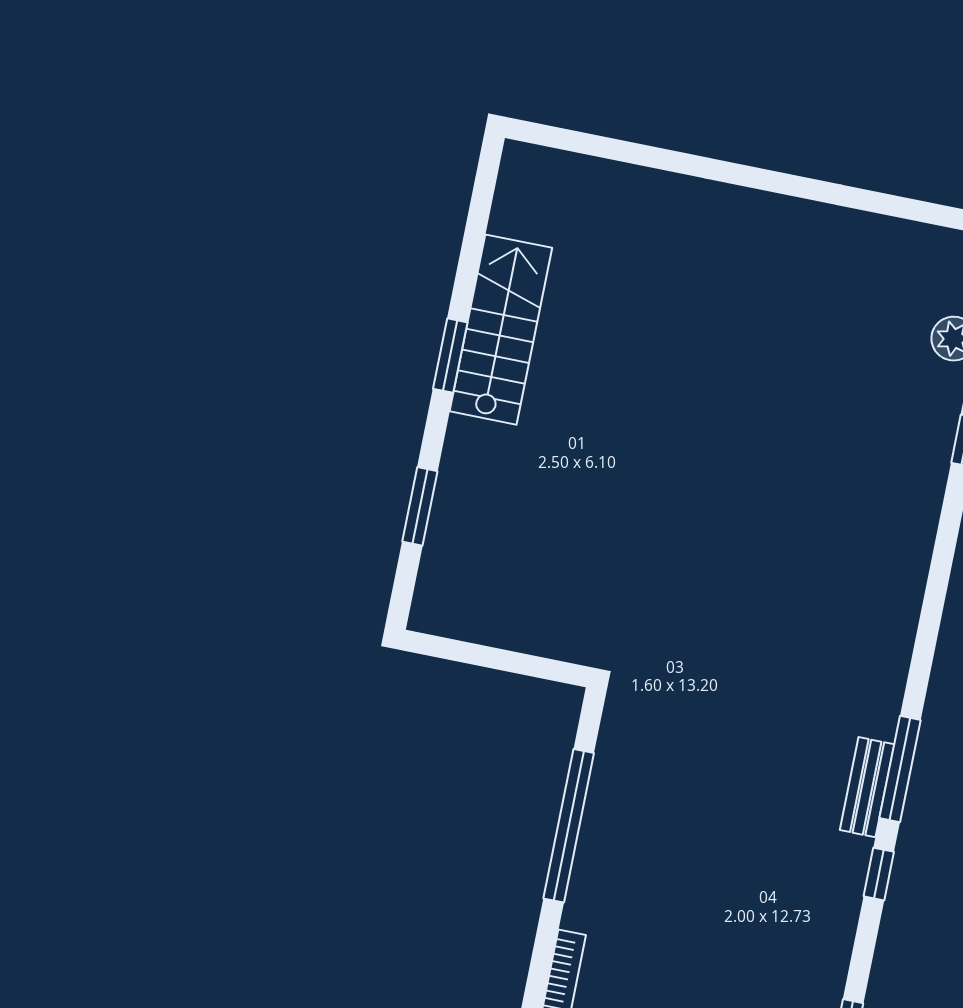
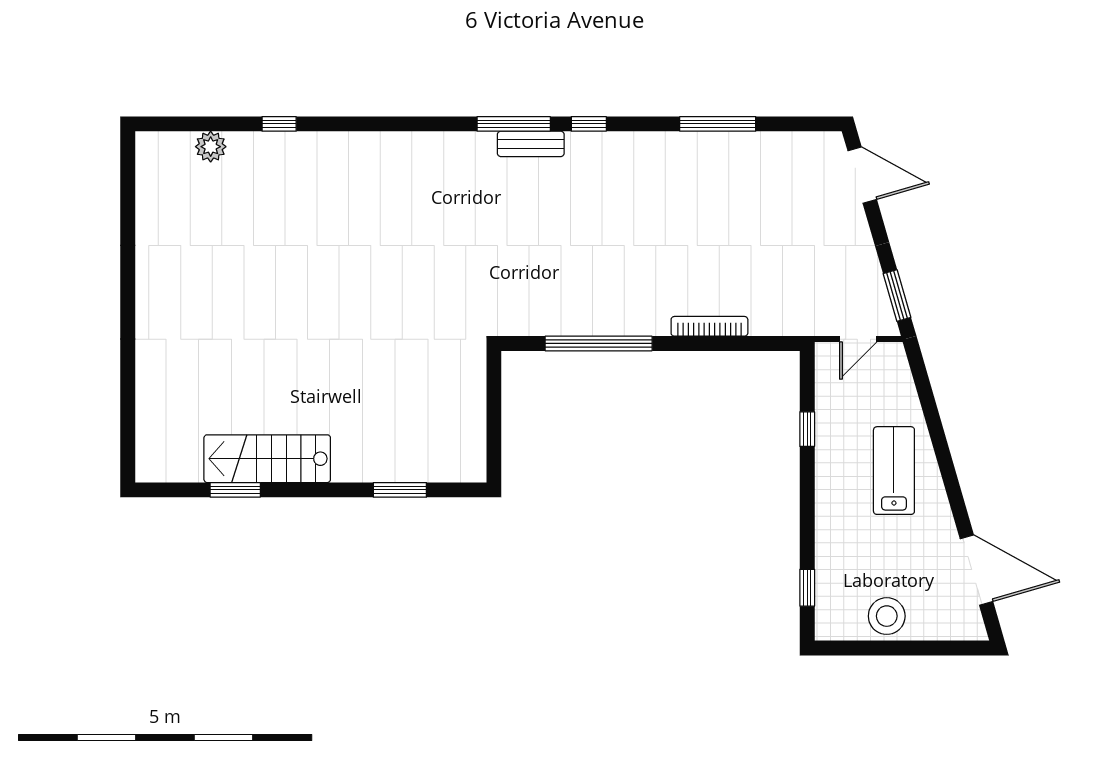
window: (450, 356) -> (235, 490), moved

